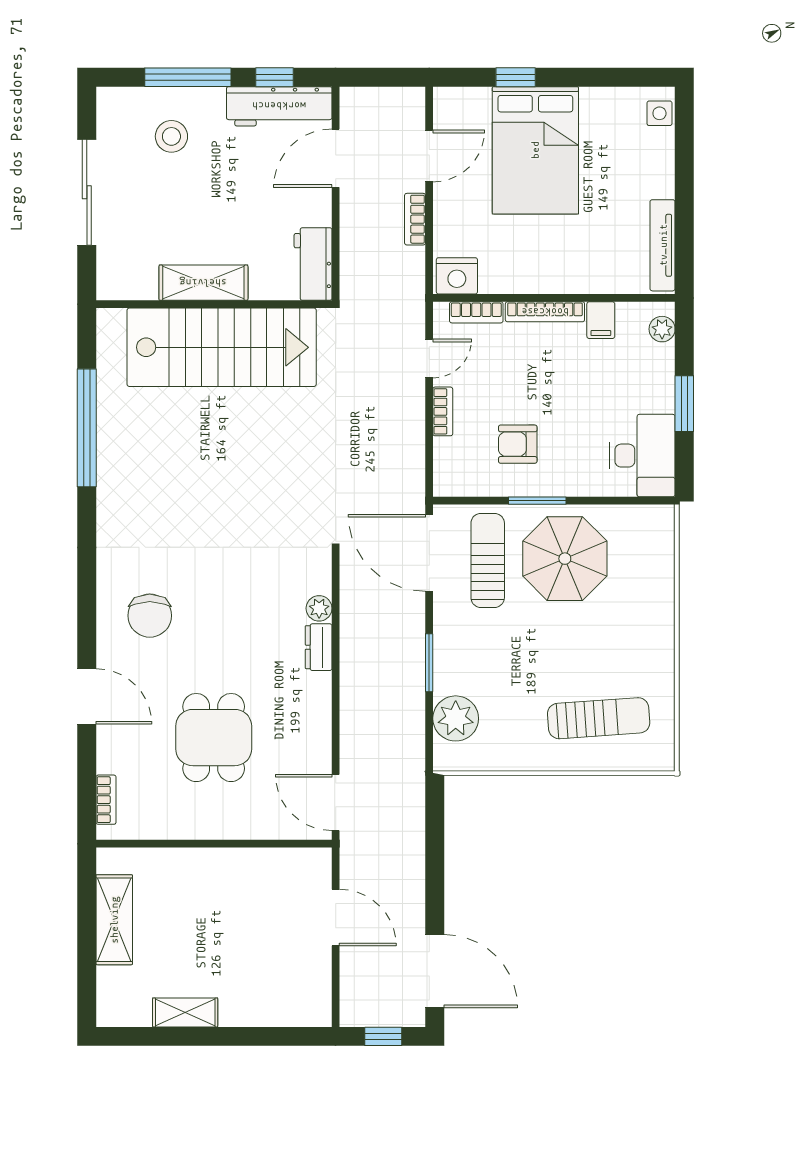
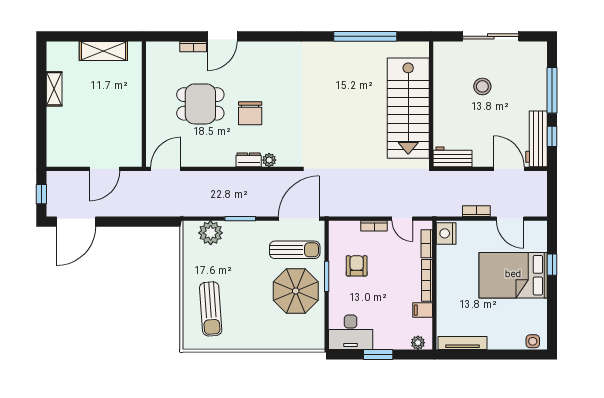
stool: (171, 136) -> (482, 86), moved
shelving: (203, 283) -> (443, 98), removed
chair: (150, 616) -> (250, 113), moved, turned -90
bookcase: (106, 800) -> (193, 47), moved

